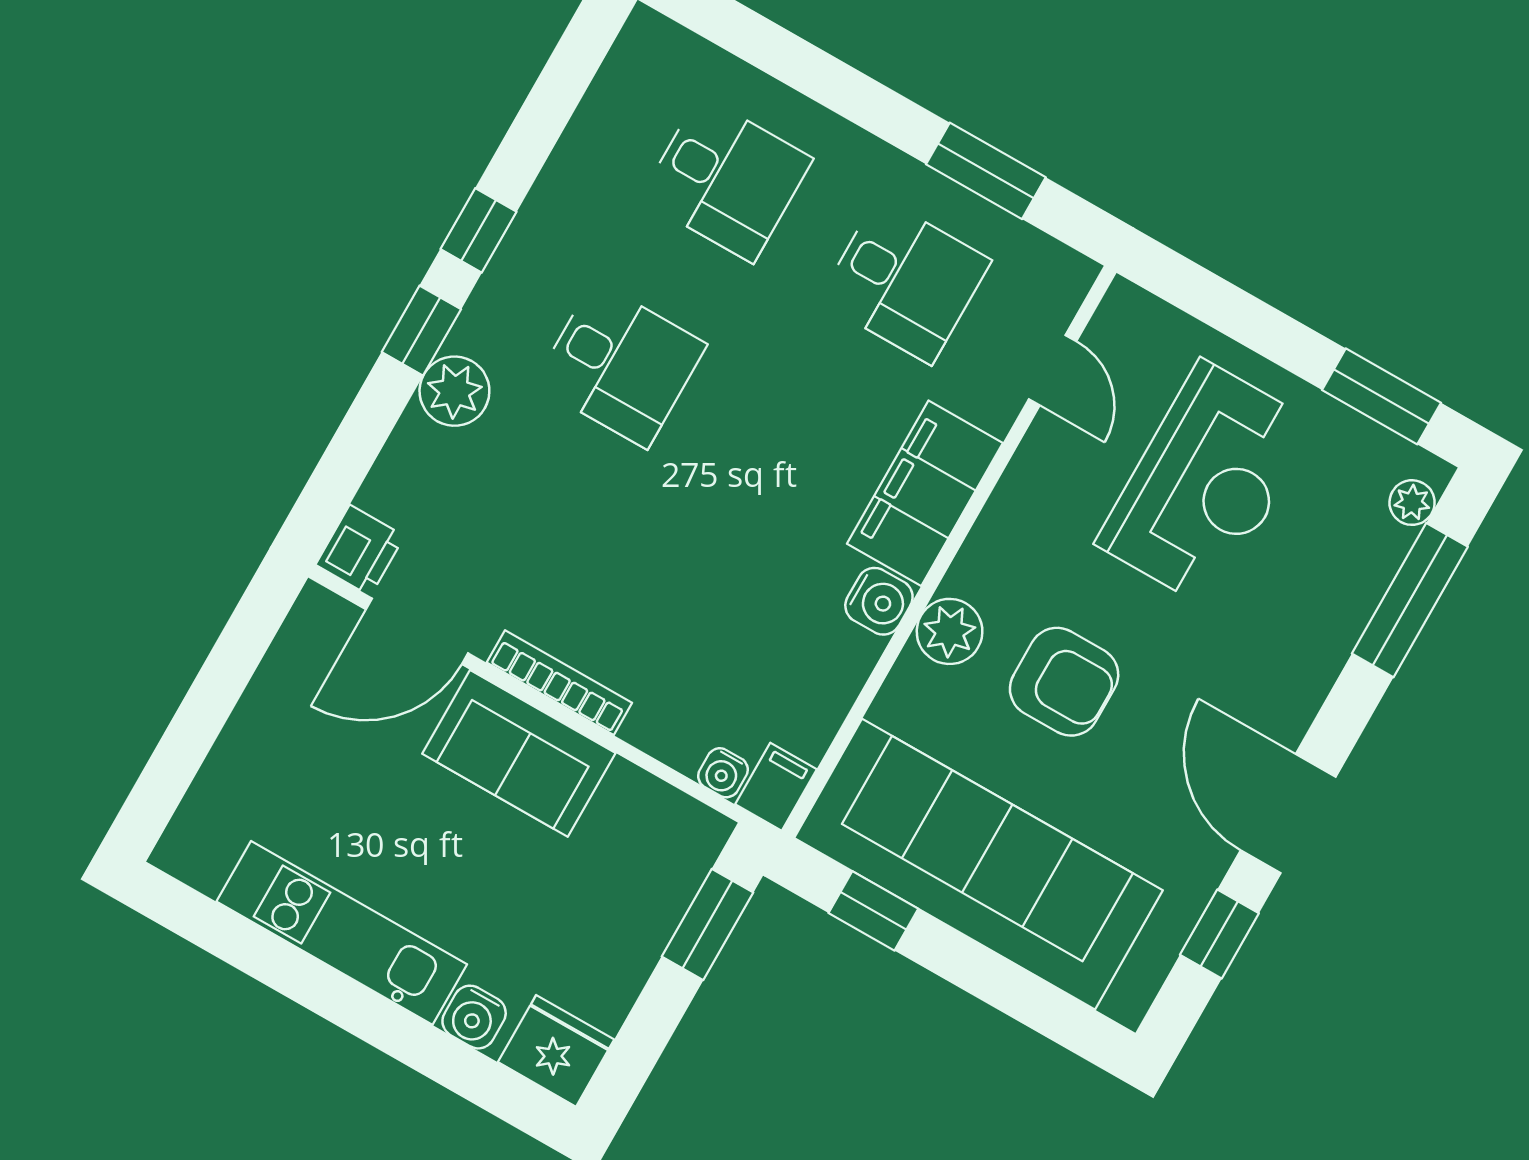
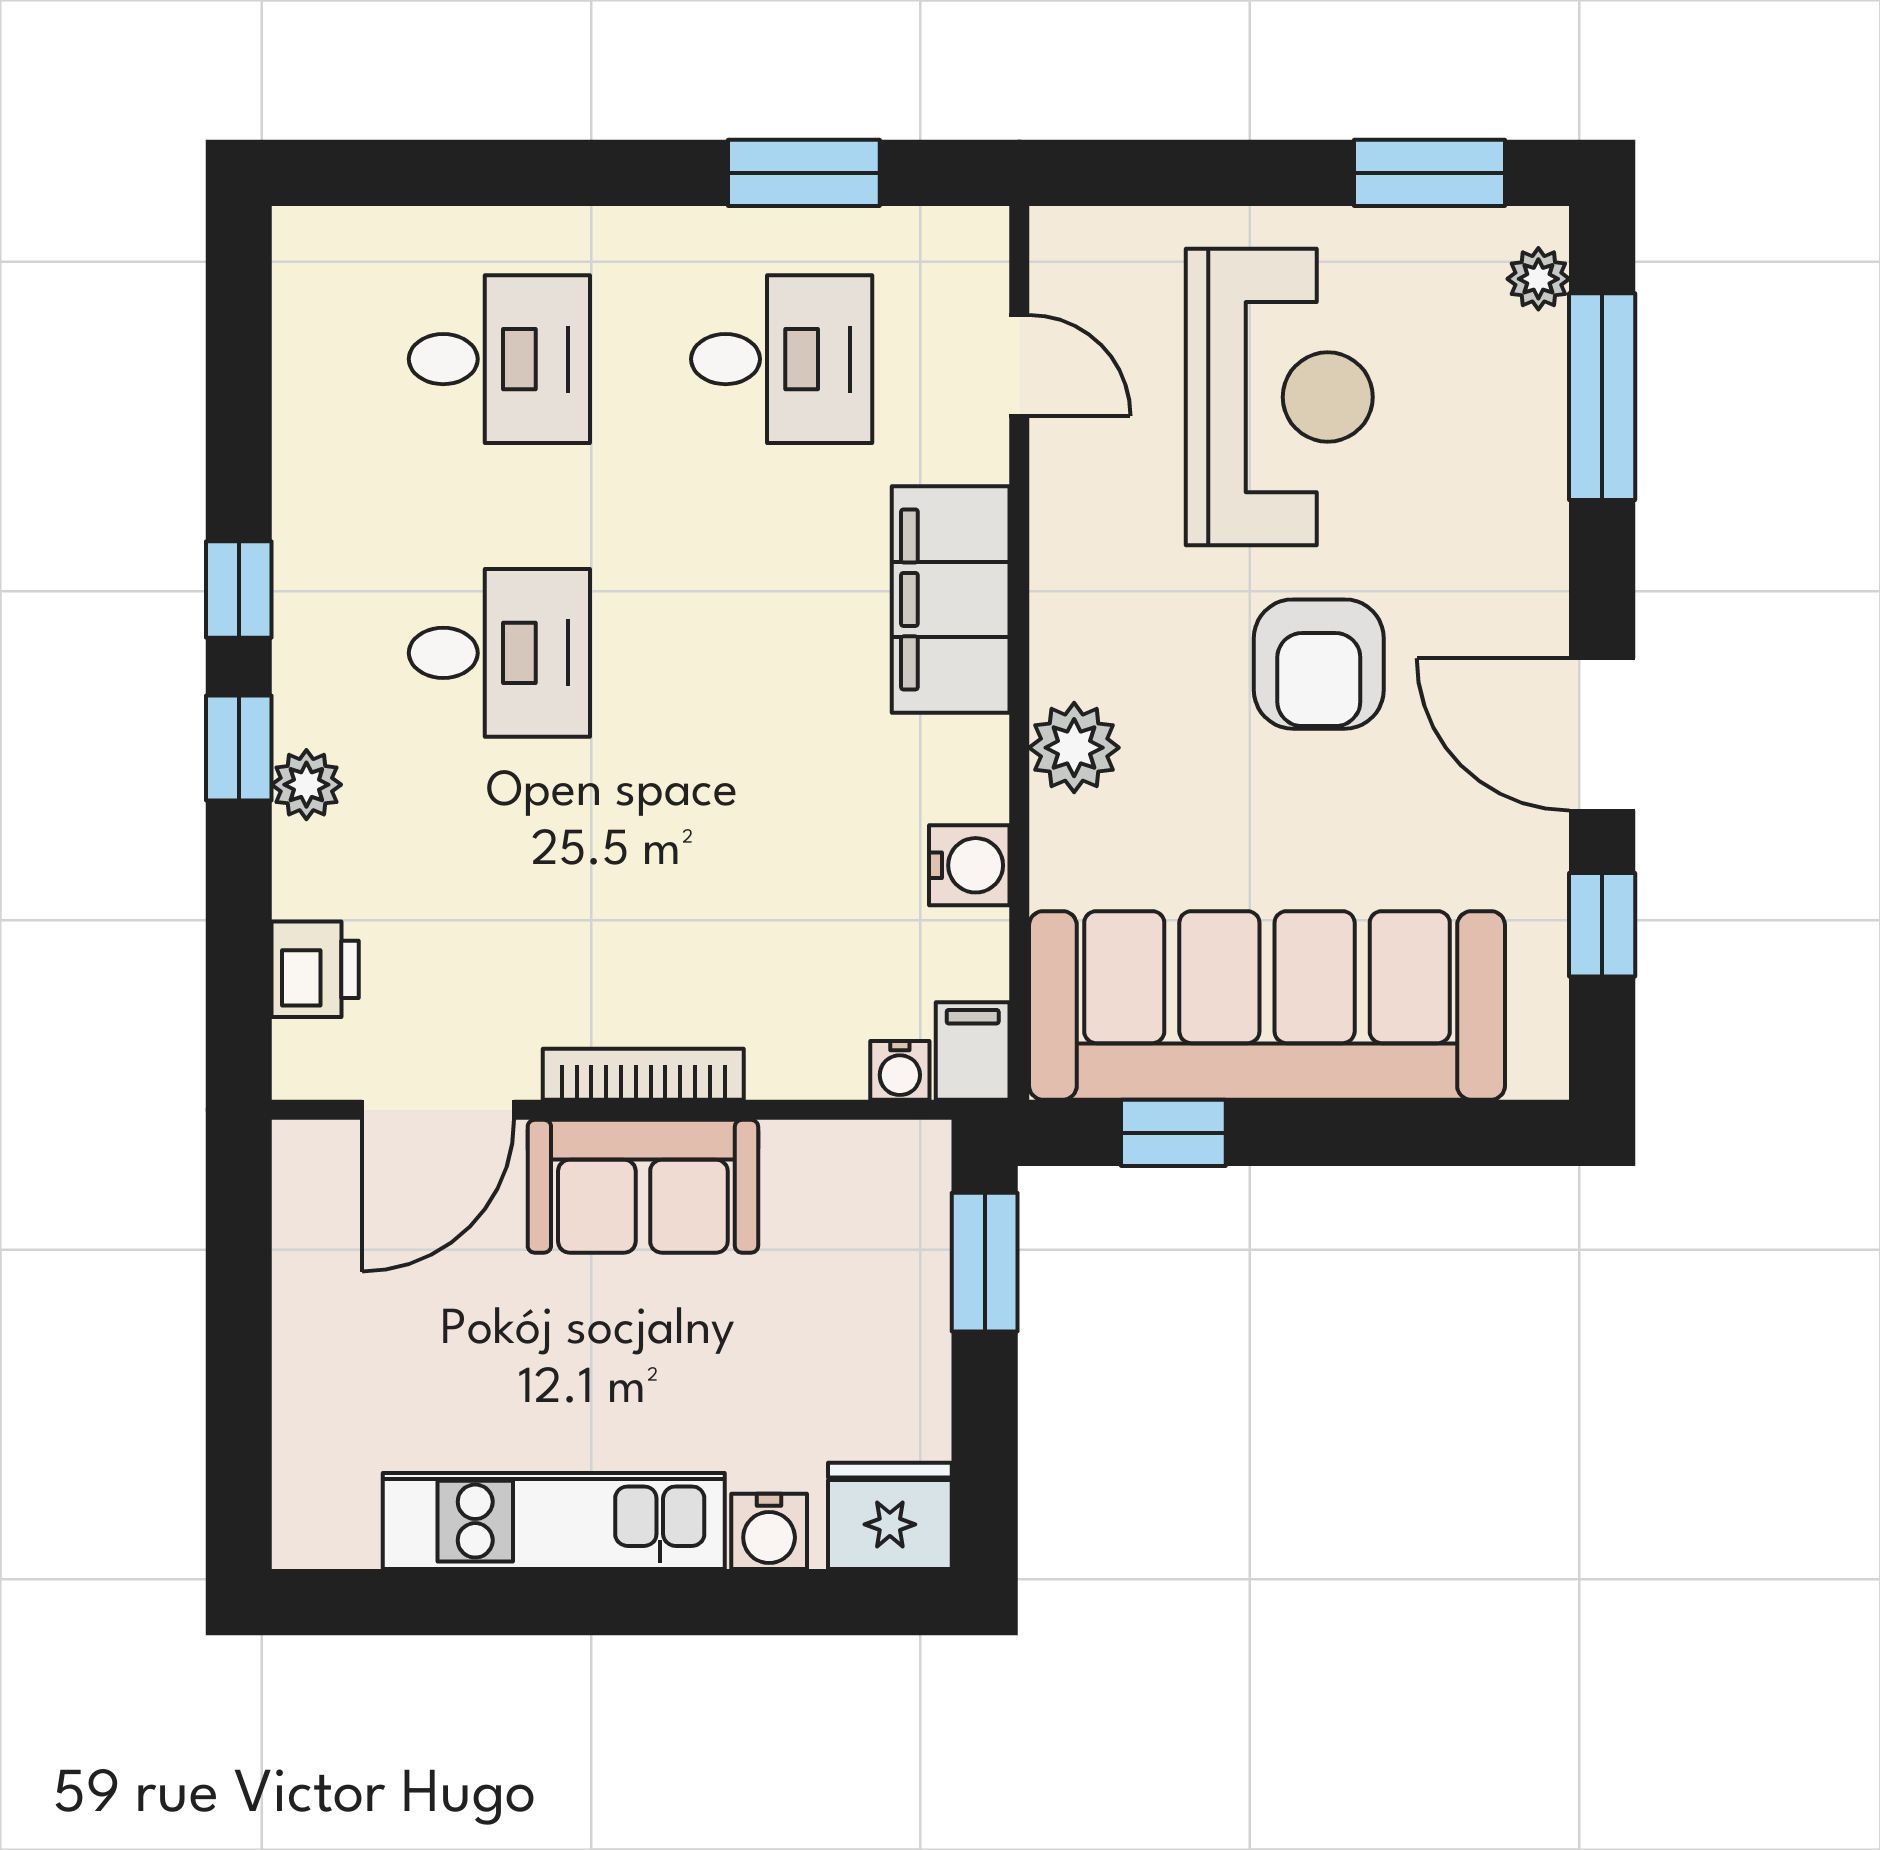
plant: (454, 391) -> (306, 785), width x0.73, depth x0.73
printer: (360, 550) -> (315, 969), moved
water cooler: (879, 601) -> (969, 865), moved
armchair: (1064, 682) -> (1319, 664), moved, turned 90

